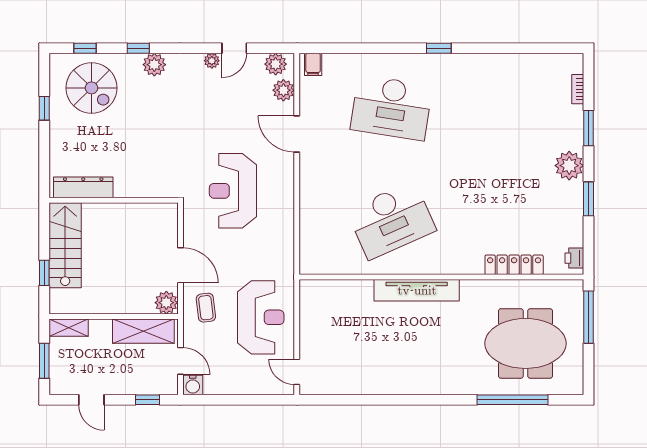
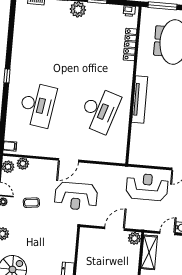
door: (297, 134) -> (68, 160), moved
desk: (391, 220) -> (100, 110), turned 42
coffee table: (206, 308) -> (31, 203), moved

